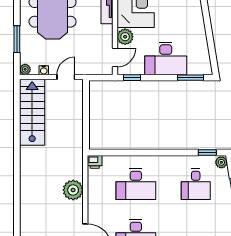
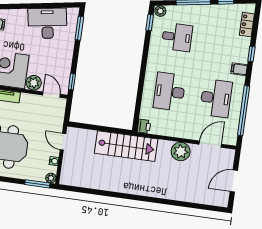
window: (17, 39) -> (37, 184), moved
desk: (166, 58) -> (47, 23), moved, turned -99
stairs: (32, 112) -> (126, 146), moved, turned 180
desk: (136, 184) -> (169, 92), turned 180
plant: (73, 190) -> (181, 151), moved

